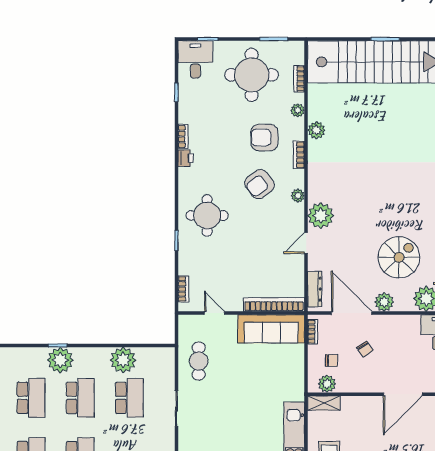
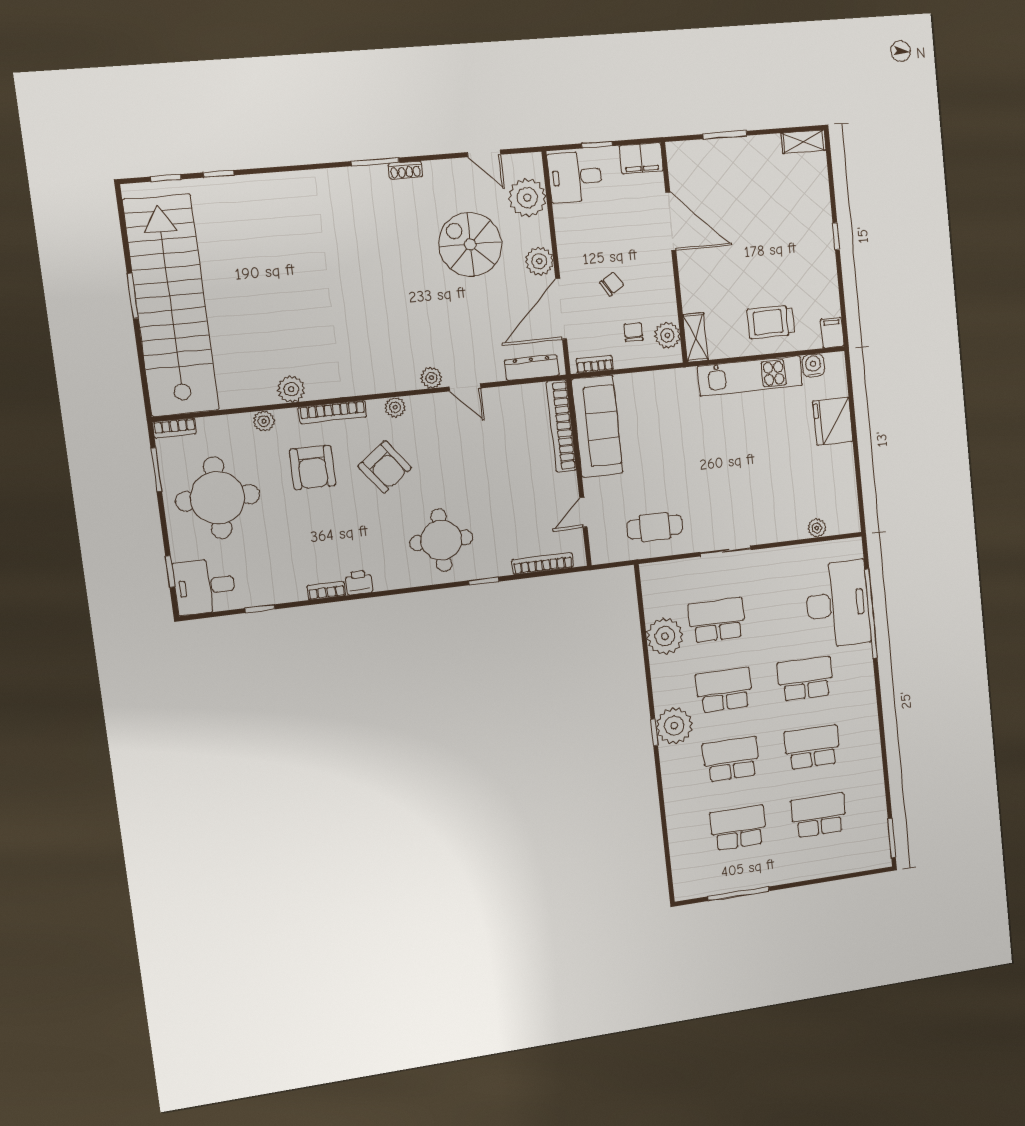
bookcase: (299, 79) -> (175, 428), moved
bookcase: (299, 155) -> (332, 412), width x1.56
plant: (321, 216) -> (431, 378), width x0.53, depth x0.53
bookcase: (183, 289) -> (543, 563), width x1.56

